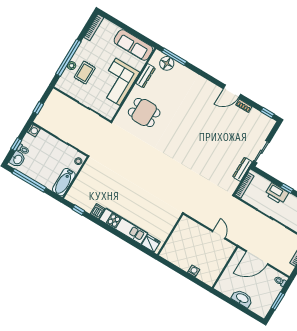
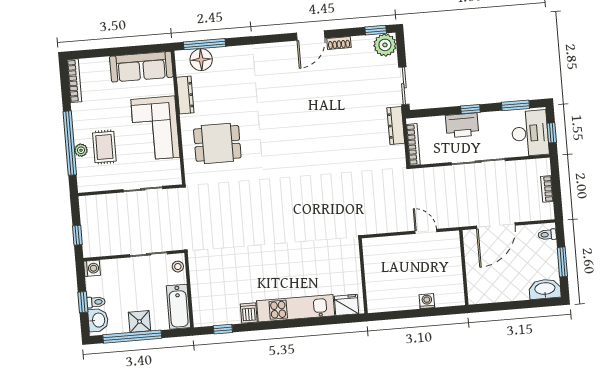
plant: (267, 124) -> (385, 45), added
shower: (38, 175) -> (140, 321), added
washbasin: (242, 298) -> (545, 289), moved

